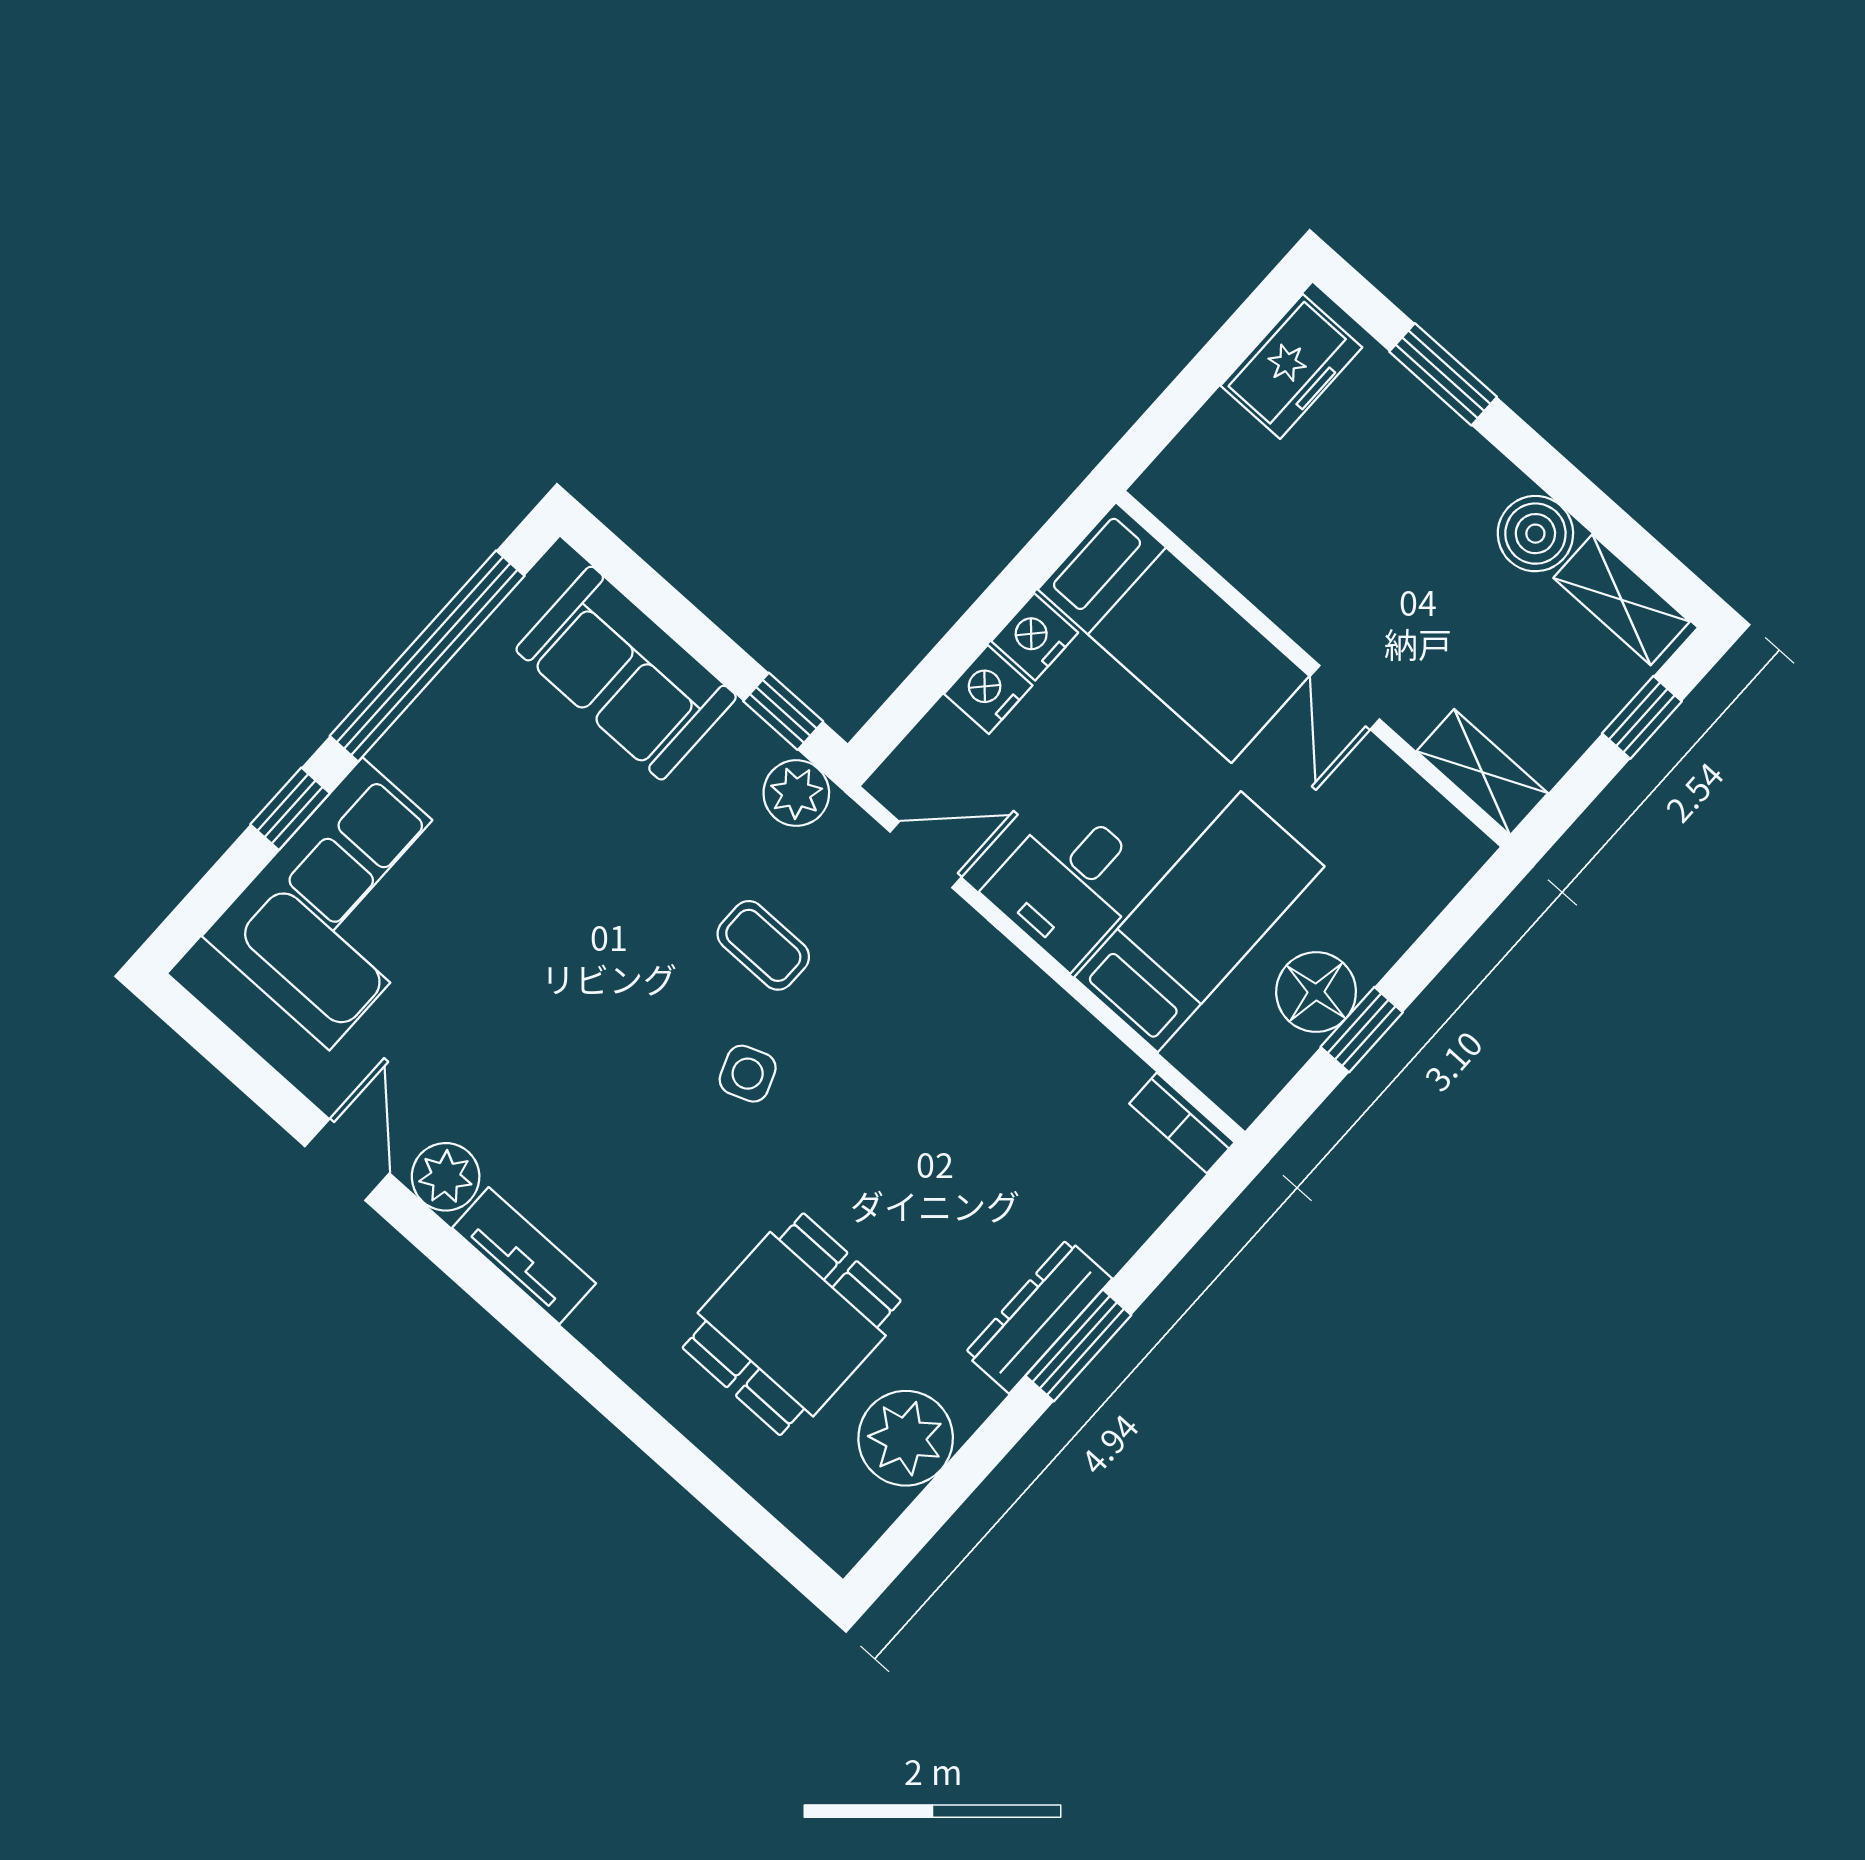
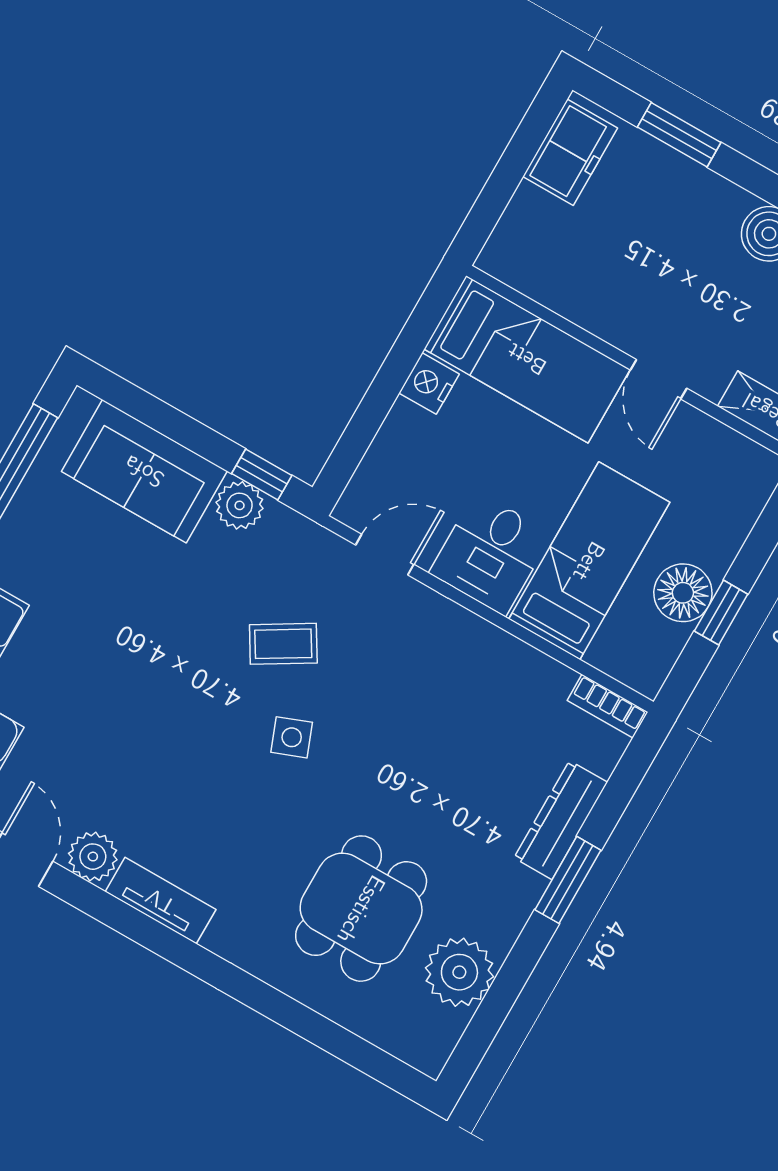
nightstand: (988, 690) -> (404, 428), removed
plant: (796, 793) -> (240, 505), moved
coffee table: (763, 945) -> (283, 644), turned -31
dresser: (1038, 1316) -> (561, 820), moved

